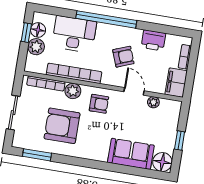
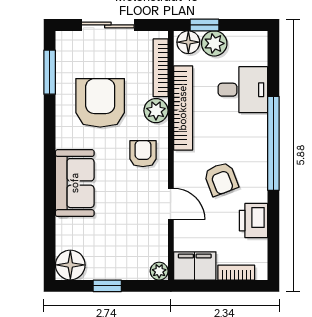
floor lamp: (38, 30) -> (188, 42), moved
window: (26, 33) -> (204, 25), moved
desk: (74, 34) -> (243, 90), width x0.73
door: (134, 91) -> (171, 204), hinge flipped
plant: (153, 102) -> (159, 271), moved
armchair: (99, 104) -> (143, 154), turned 180
sofa: (131, 154) -> (75, 183), moved

